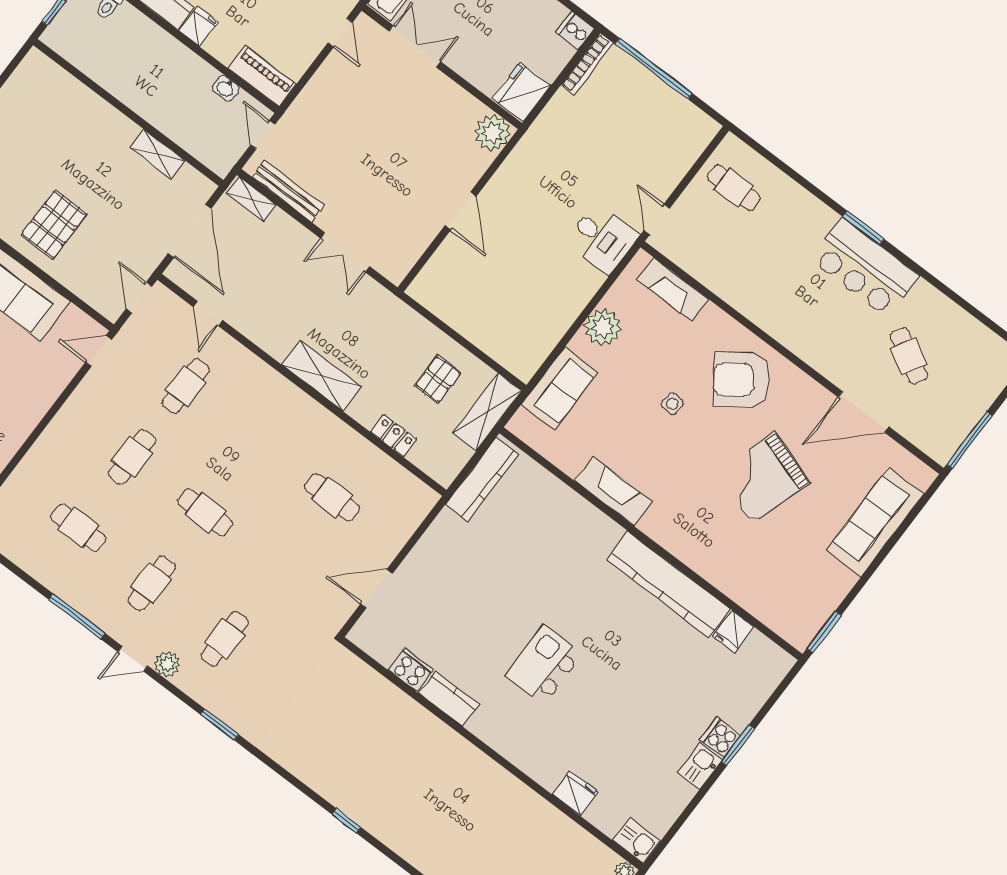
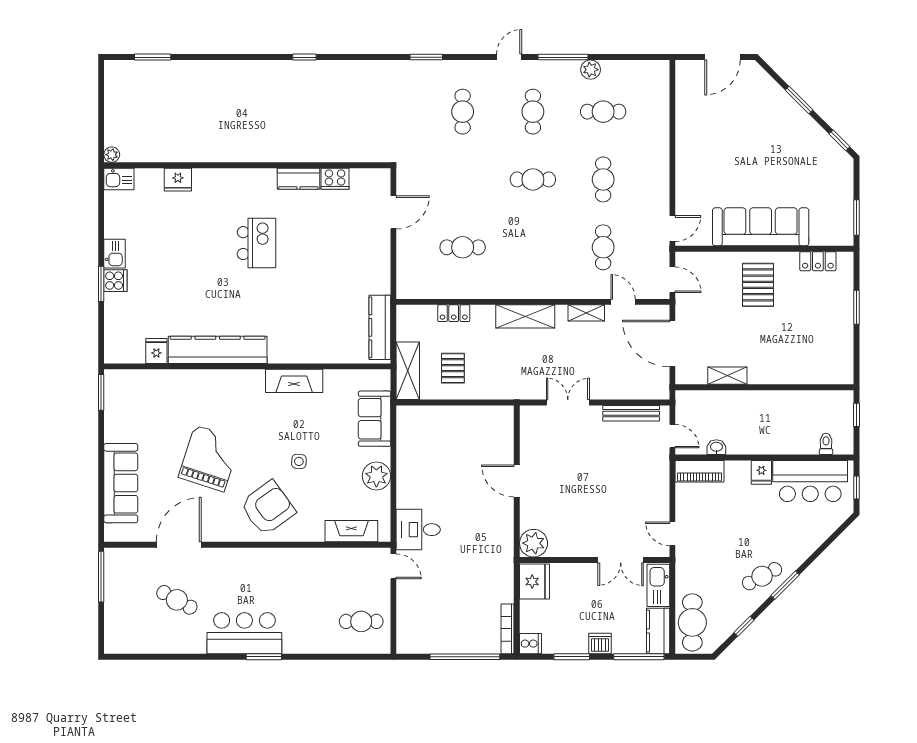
shelving: (251, 199) -> (586, 313), moved
plant: (167, 664) -> (591, 70), moved

